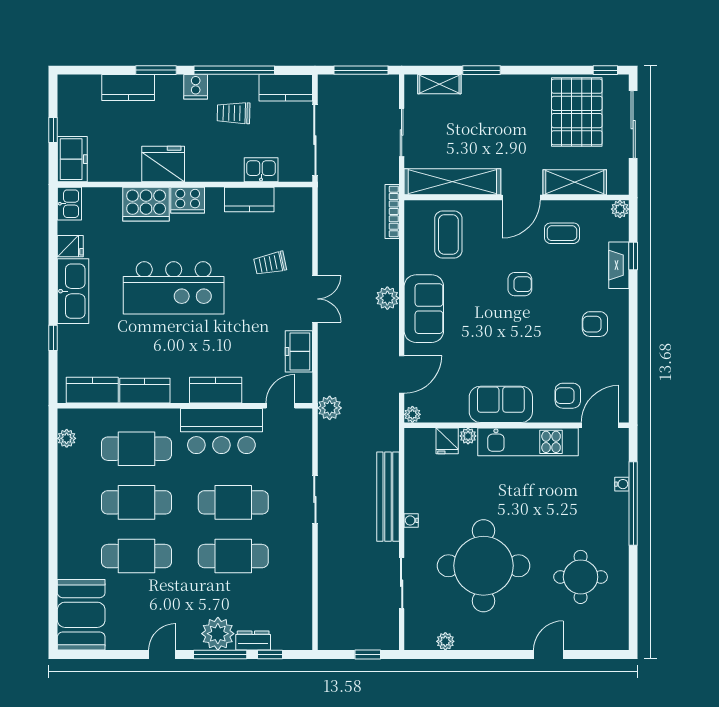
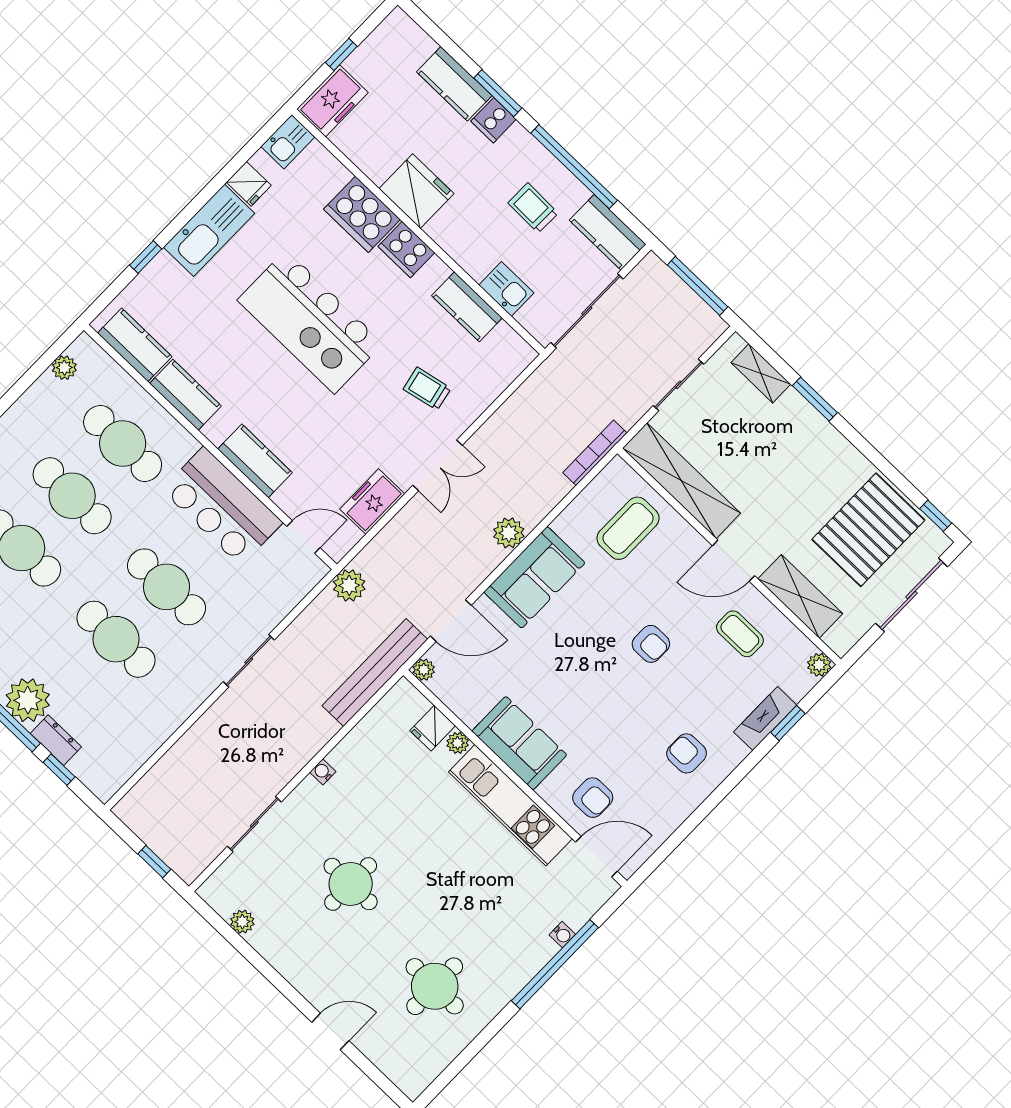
cooker: (196, 87) -> (494, 120), moved
armchair: (568, 396) -> (593, 798), turned 180
bench: (388, 497) -> (375, 673), moved
round table: (483, 566) -> (351, 884), width x0.54, depth x0.54

